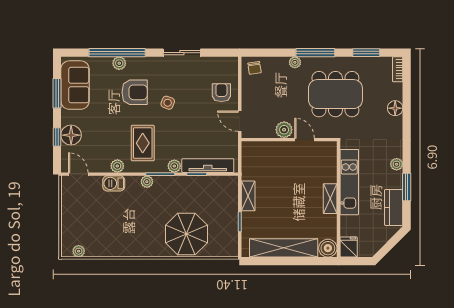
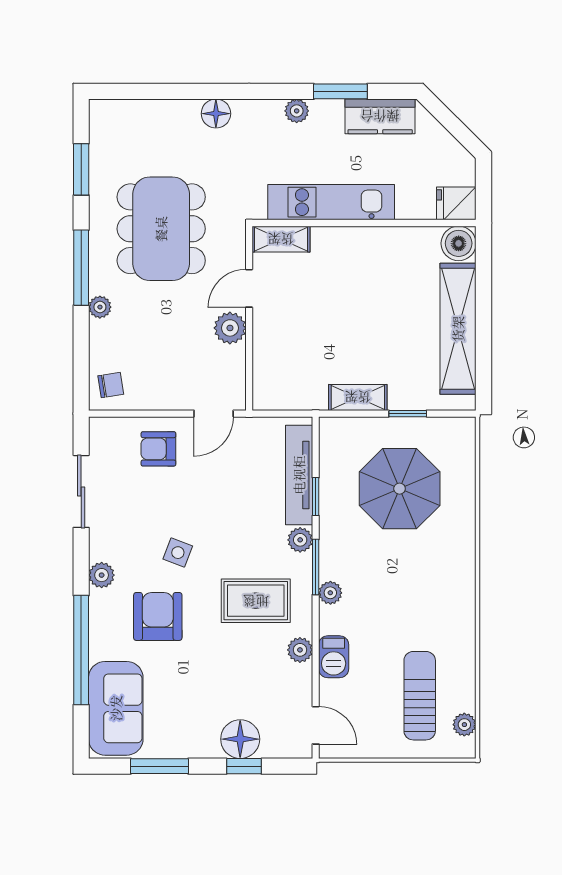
sliding door: (182, 53) -> (81, 491), moved
plant: (119, 63) -> (102, 575), moved
bookcase: (398, 69) -> (113, 109), removed
sofa: (75, 85) -> (116, 708), moved, turned 90
floor lamp: (395, 108) -> (216, 114), moved
door: (78, 174) -> (316, 725), swing flipped
shelving: (330, 199) -> (281, 239), moved
sun lounger: (94, 228) -> (420, 696), added
parasol: (186, 234) -> (400, 489), moved

